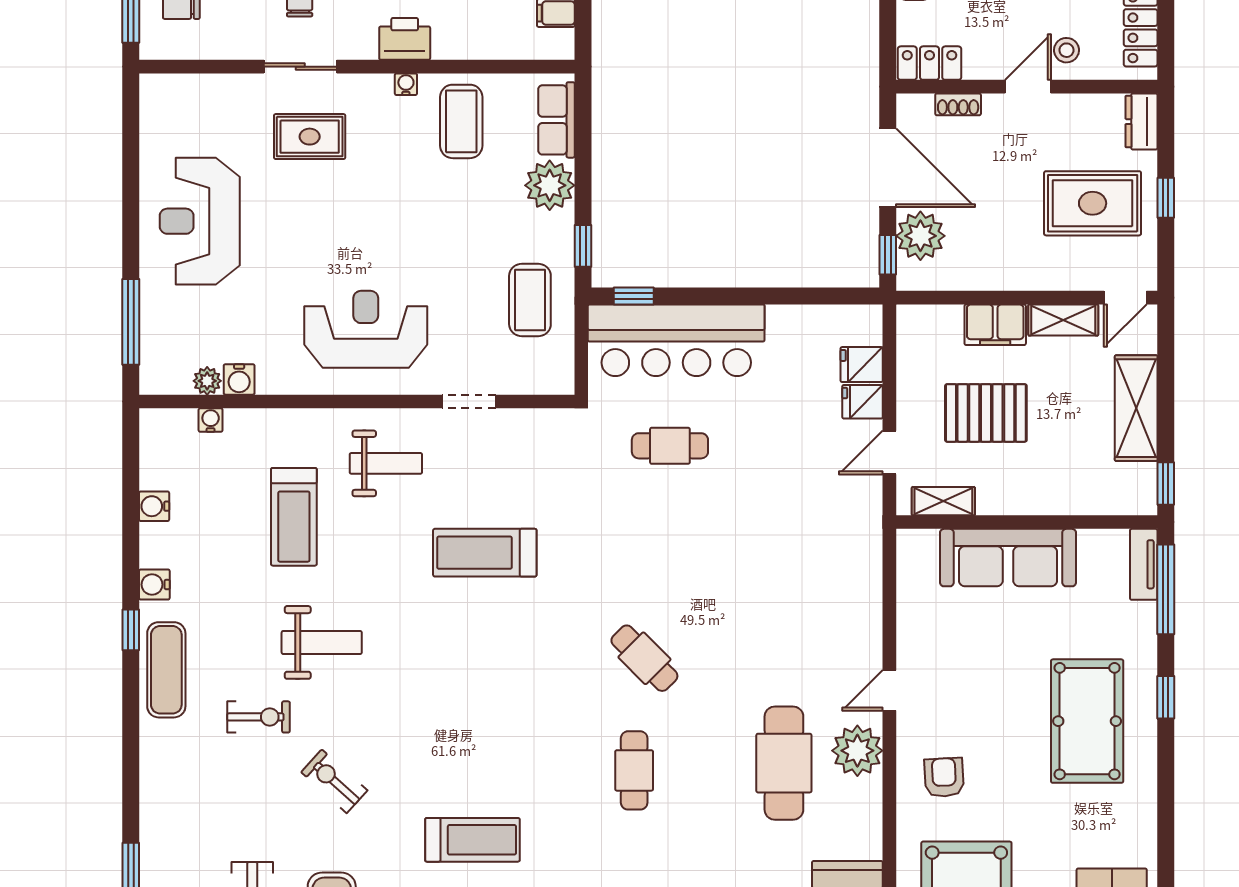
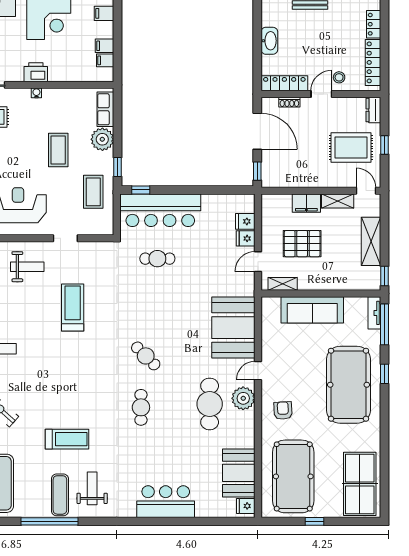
locker: (929, 63) -> (284, 83), width x1.53
coffee table: (461, 121) -> (58, 150), moved
plant: (920, 236) -> (272, 162), removed
door: (1125, 298) -> (366, 191), swing flipped
treadmill: (485, 553) -> (73, 308), turned 90
booth: (836, 596) -> (233, 328), added
pool table: (1087, 721) -> (349, 385), width x1.36, depth x1.32

